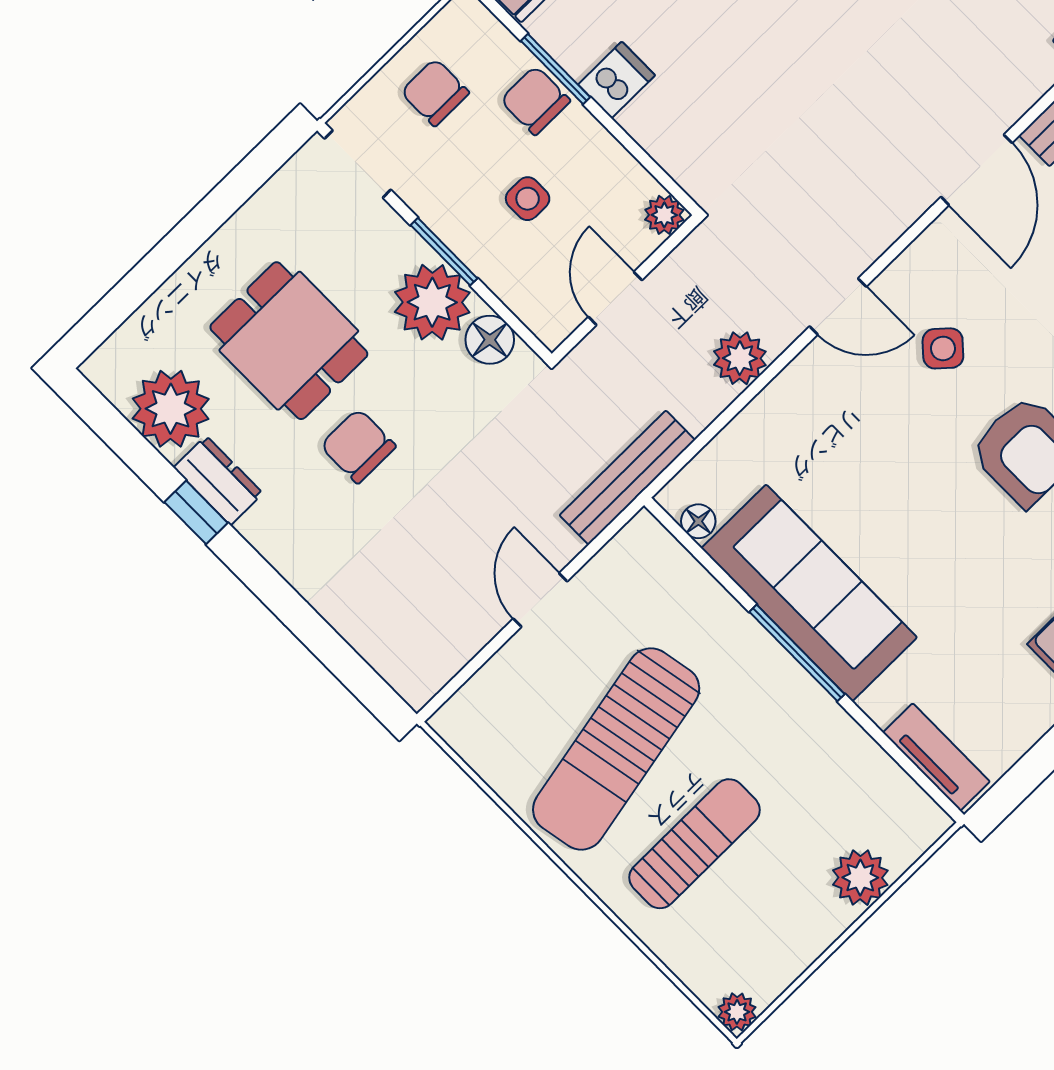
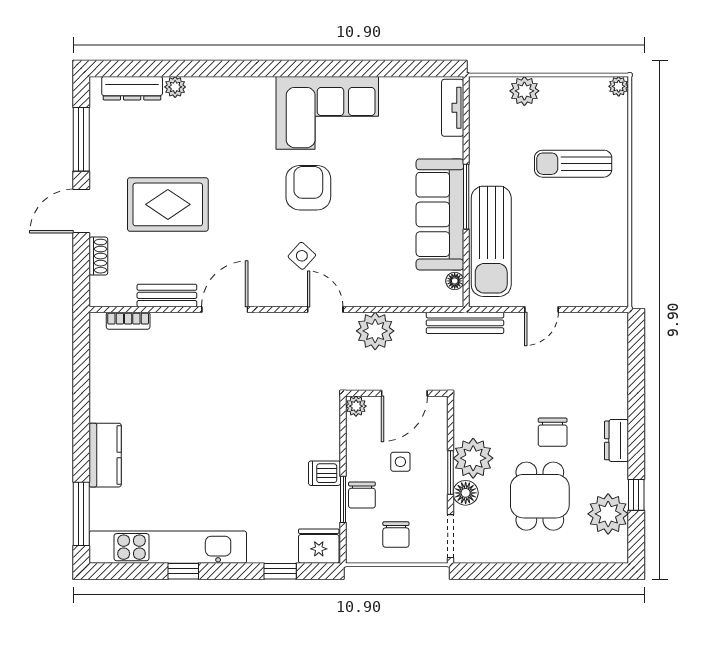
door: (615, 298) -> (404, 393), width x1.38
floor lamp: (490, 340) -> (466, 493), moved
plant: (740, 358) -> (375, 331), width x1.36, depth x1.36
dresser: (218, 480) -> (617, 440), moved
window: (196, 512) -> (636, 495), moved
sun lounger: (616, 749) -> (491, 241), moved, turned 101

